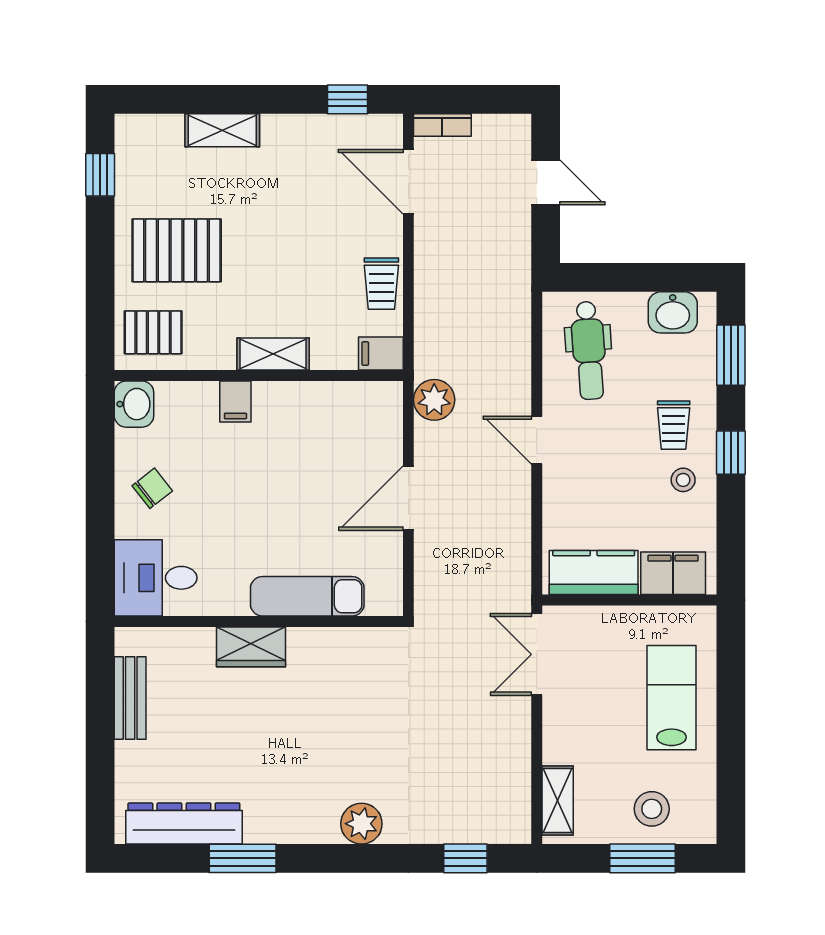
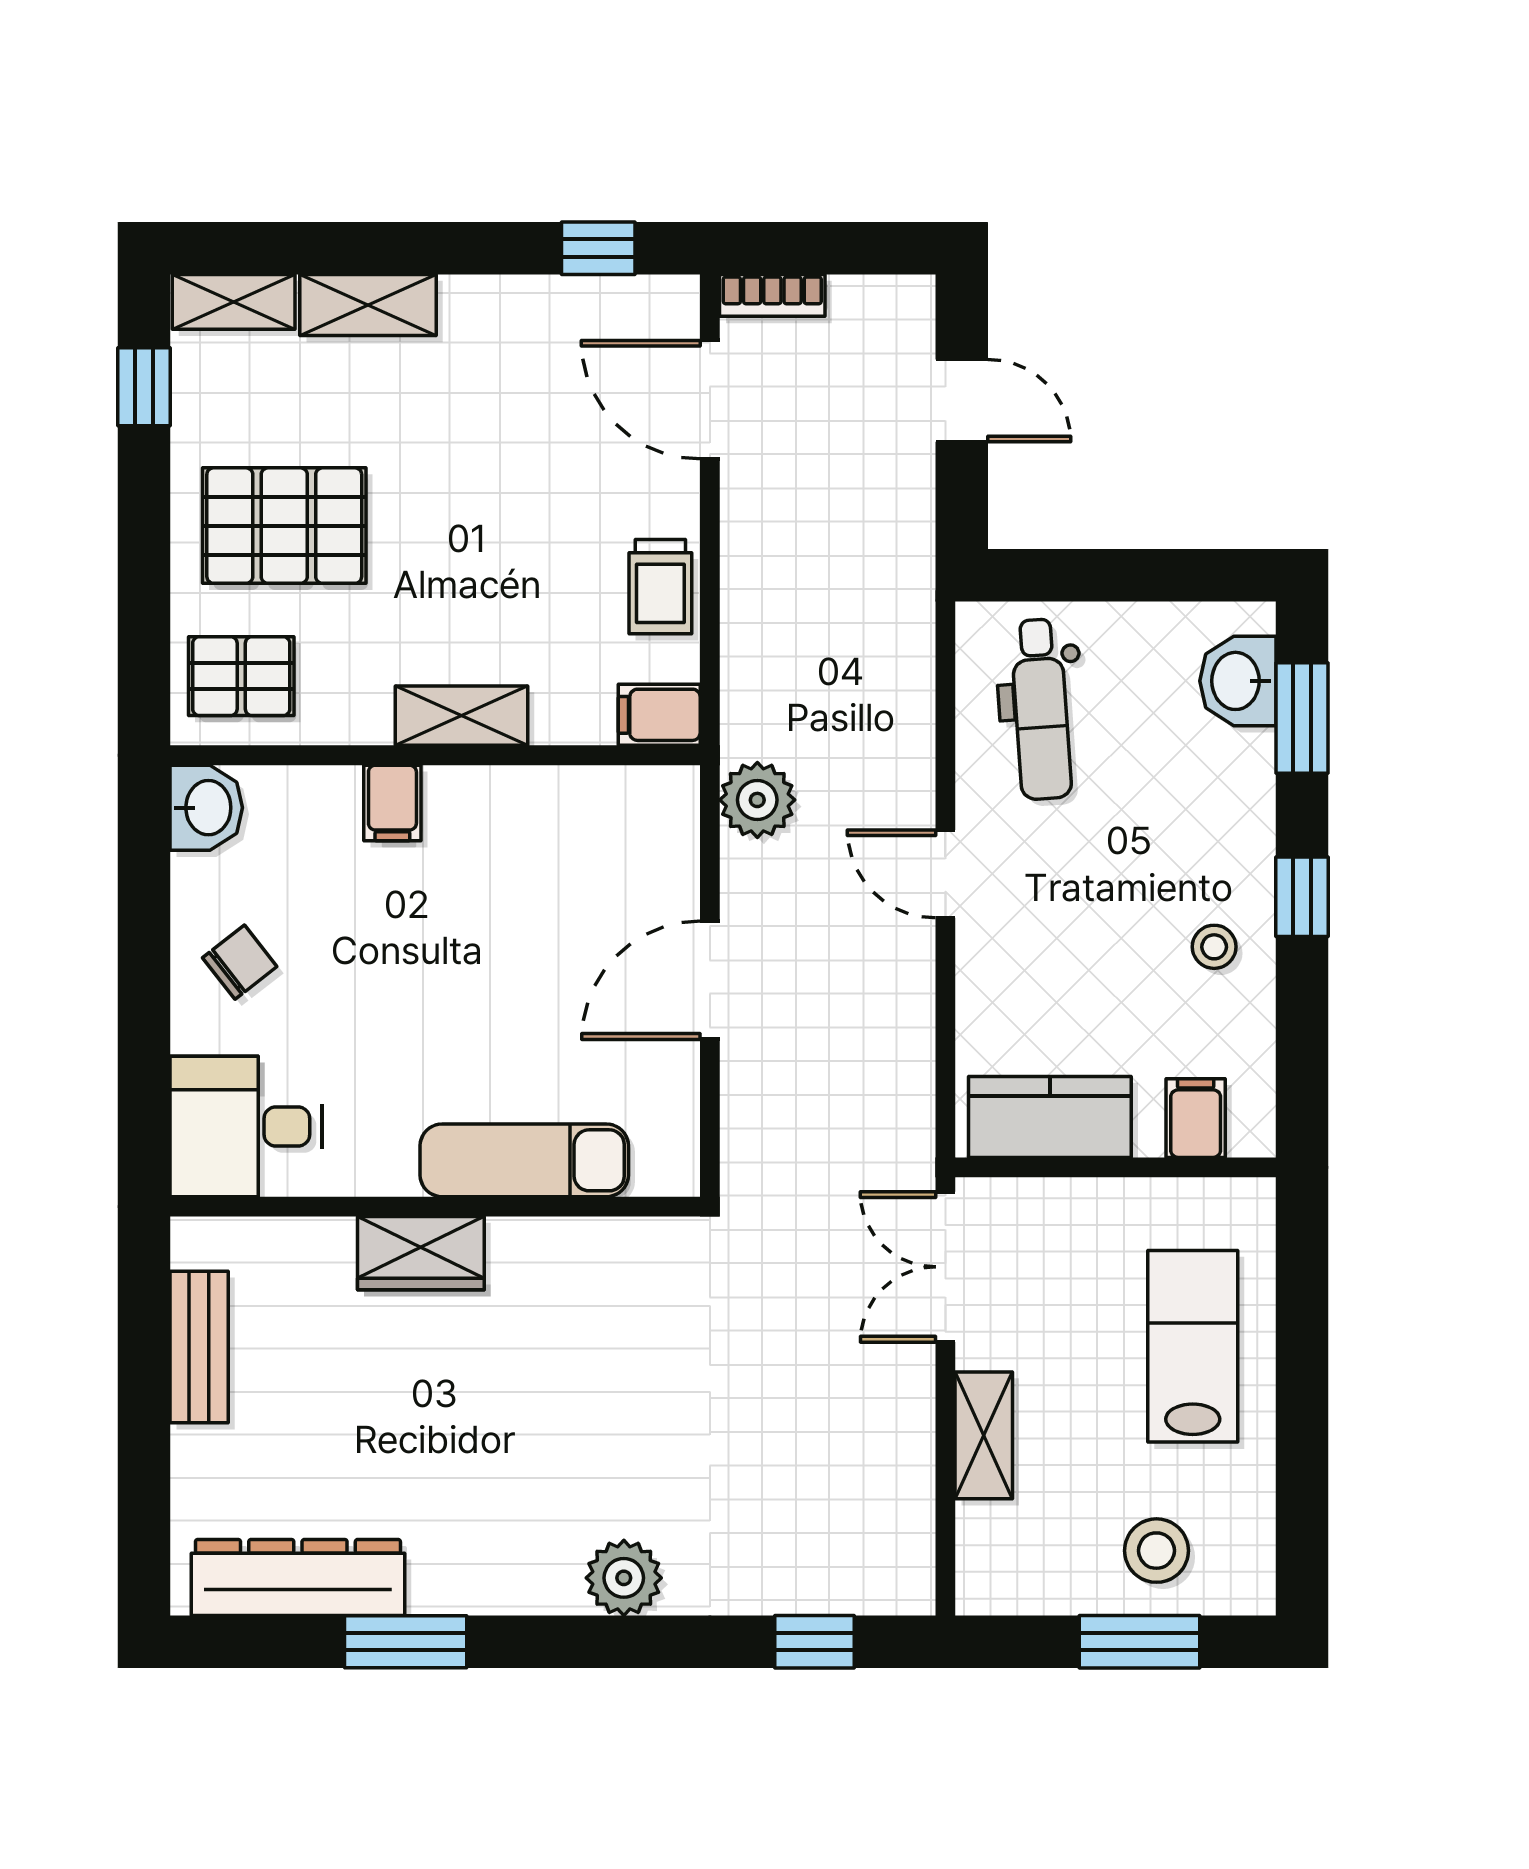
shelving: (149, 129) -> (234, 302), added
washbasin: (673, 312) -> (1238, 681), moved, turned 90
trolley: (674, 425) -> (1196, 846), removed
filing cabinet: (673, 573) -> (1196, 1118), width x0.50
shelving: (558, 800) -> (984, 1435), moved

